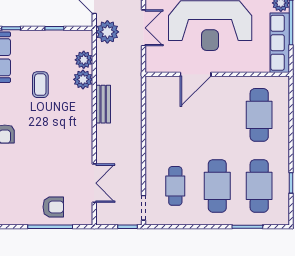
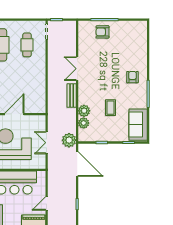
double door: (94, 183) -> (77, 69), moved

